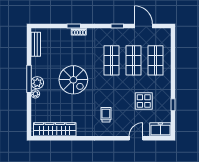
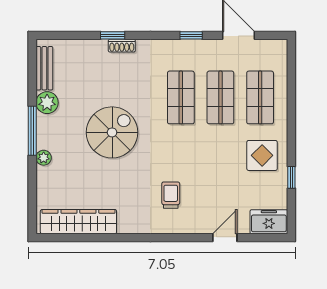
spiral stairs: (73, 80) -> (112, 132), turned -90
plant: (37, 83) -> (47, 103), moved
display table: (144, 101) -> (262, 155), moved

